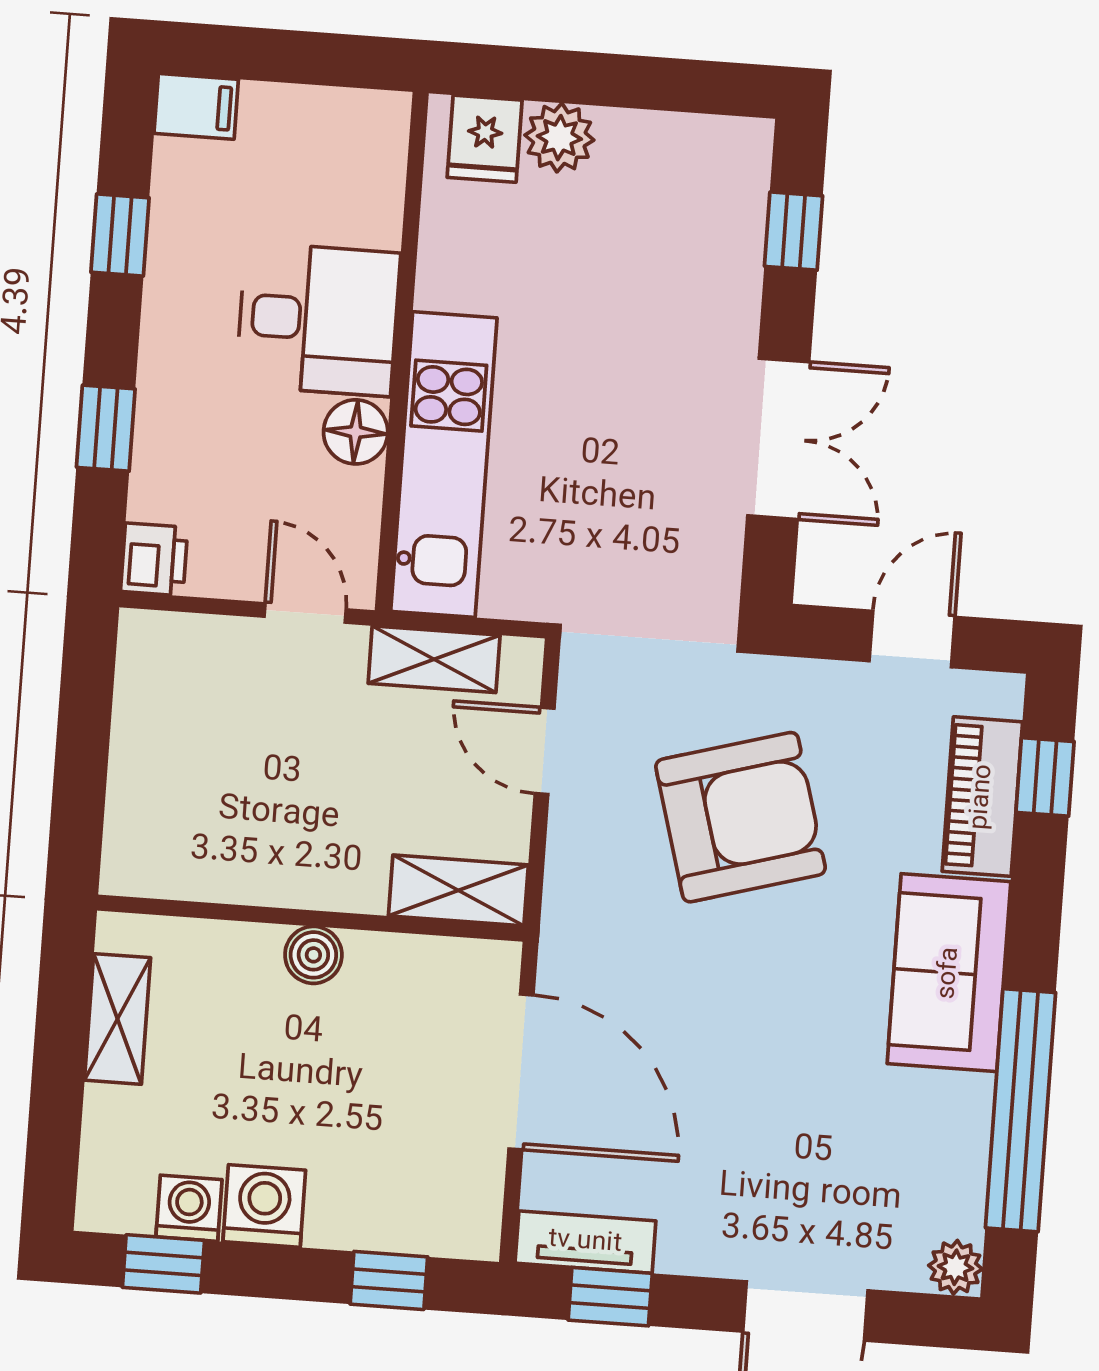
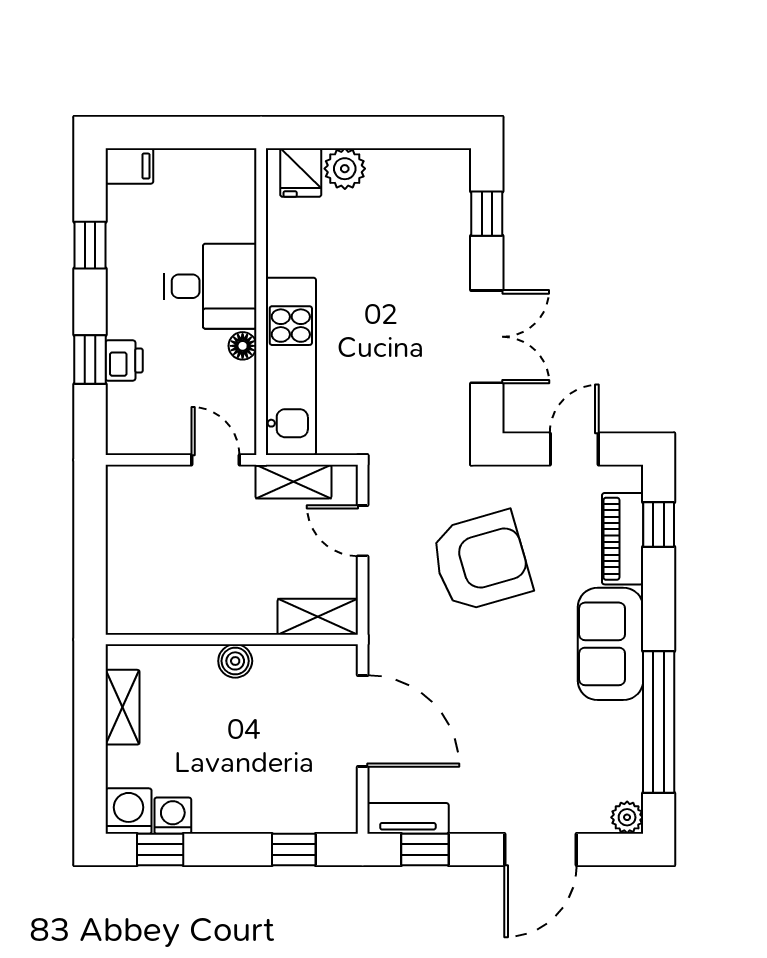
floor lamp: (356, 432) -> (243, 346), width x0.73, depth x0.73
printer: (154, 559) -> (124, 360), moved
washing machine: (264, 1206) -> (129, 811), moved

